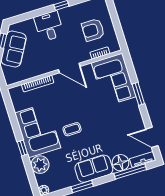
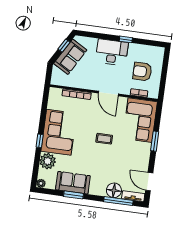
desk: (49, 26) -> (112, 52), width x1.37
coffee table: (72, 129) -> (104, 139), moved
sofa: (94, 169) -> (73, 183), moved

